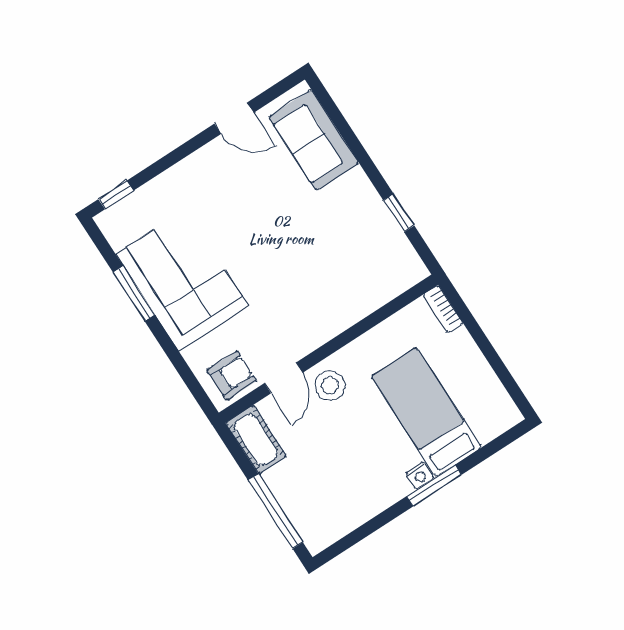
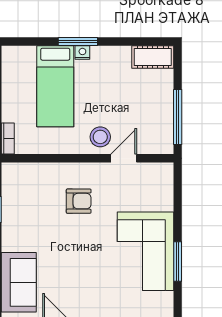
armchair: (232, 375) -> (79, 201), moved, turned 180
cot: (256, 440) -> (153, 57), moved, turned 90
window: (275, 511) -> (178, 117), moved

